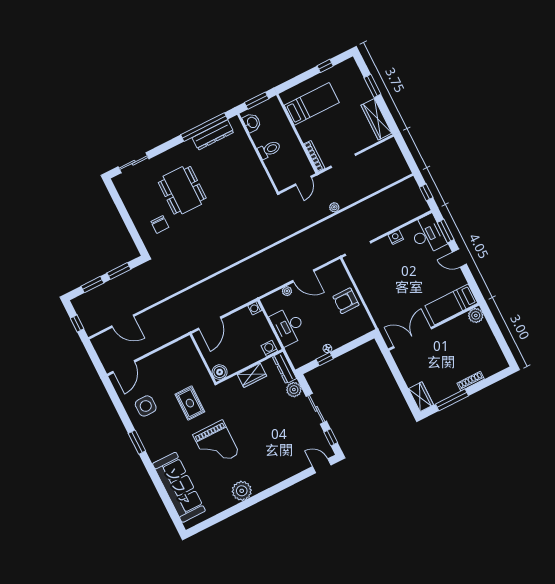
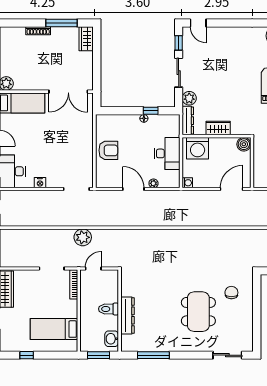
window: (204, 127) -> (153, 355), width x0.68
dresser: (213, 135) -> (128, 316), moved, turned 90
plant: (334, 207) -> (83, 237), width x1.87, depth x1.87
washing machine: (269, 348) -> (198, 148), width x1.89, depth x1.89

